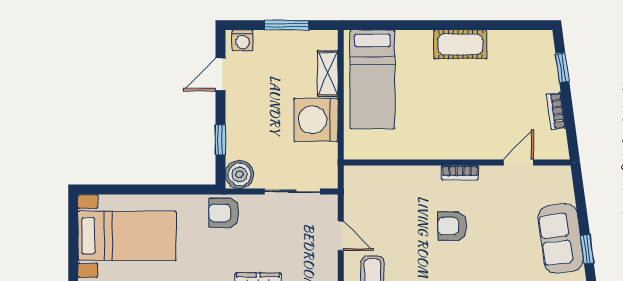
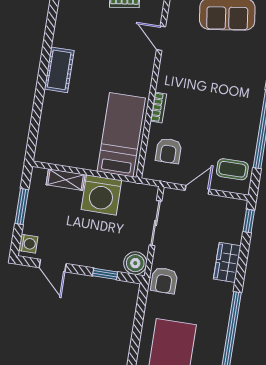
bed: (372, 79) -> (121, 135), moved, turned -90
bookcase: (460, 173) -> (158, 108), moved
armchair: (452, 226) -> (169, 151), moved

